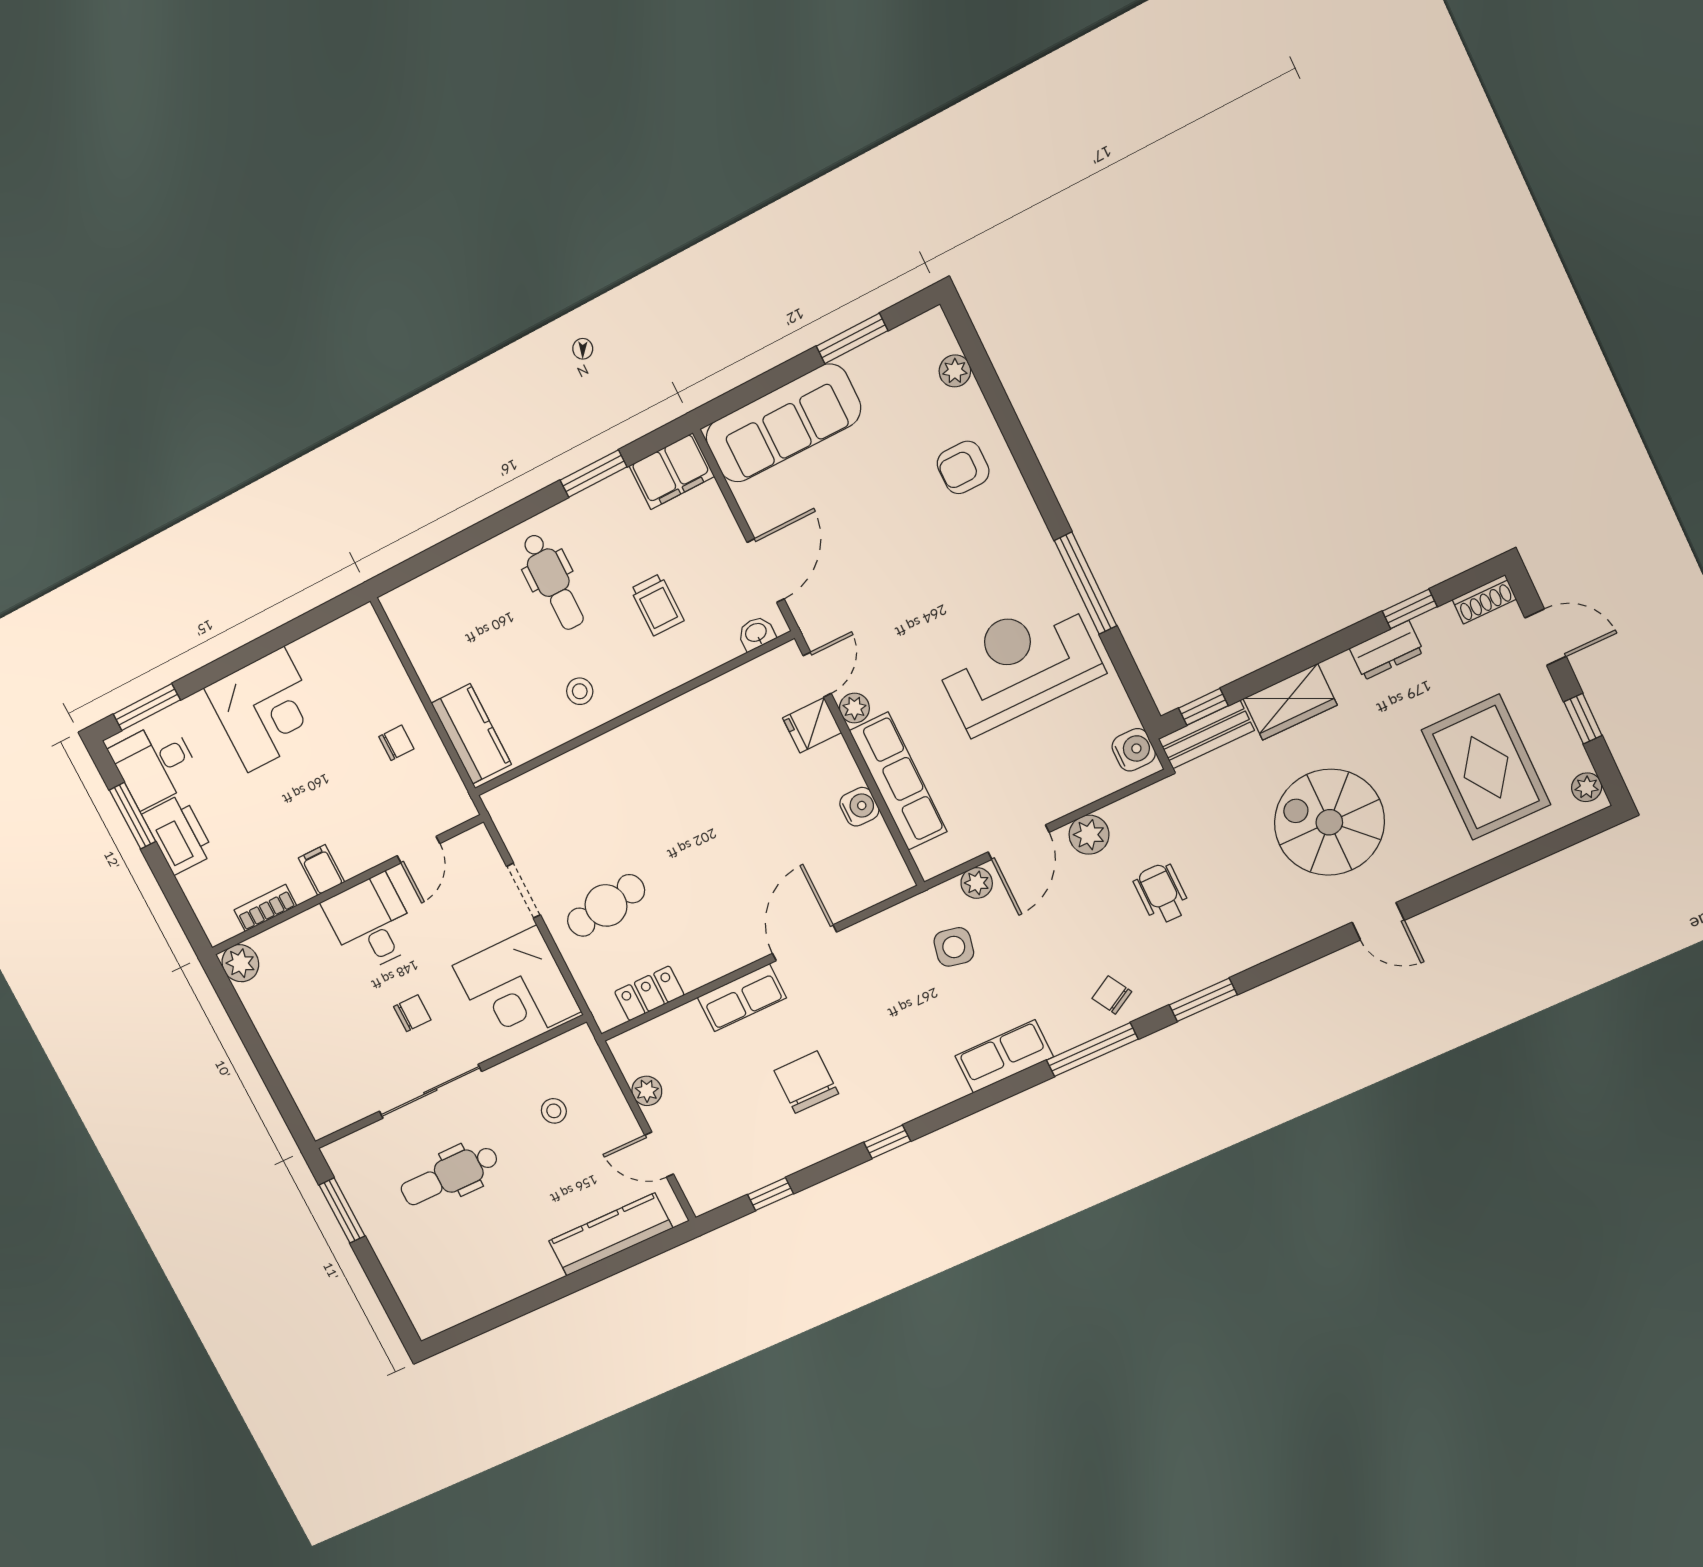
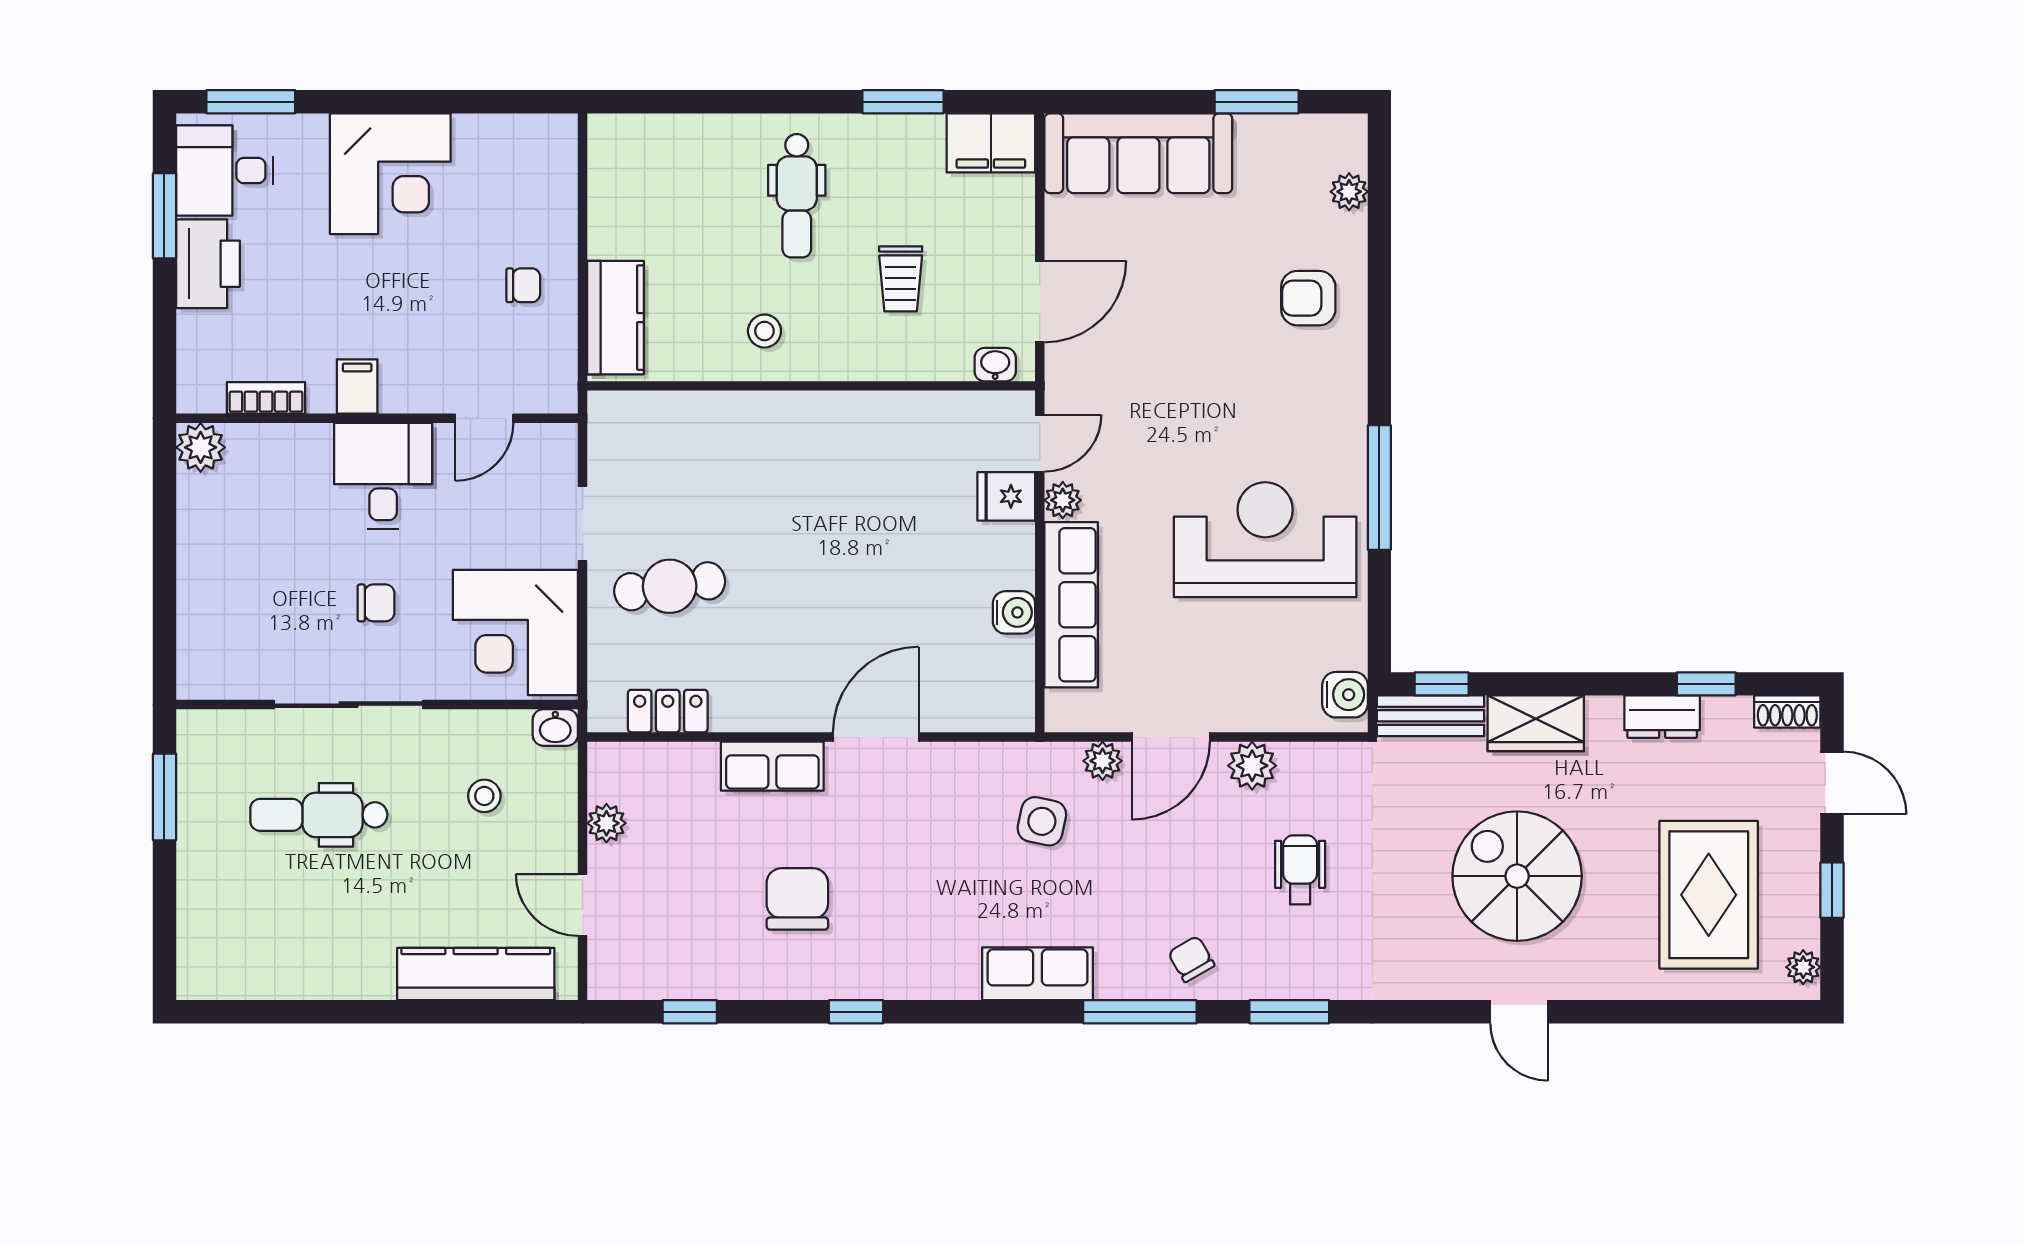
washbasin: (578, 1041) -> (555, 727), added

